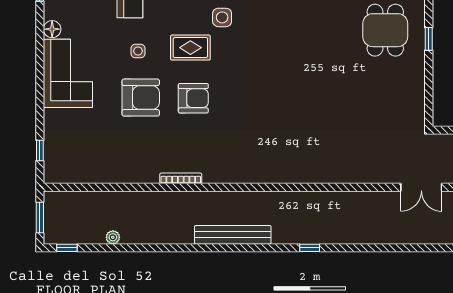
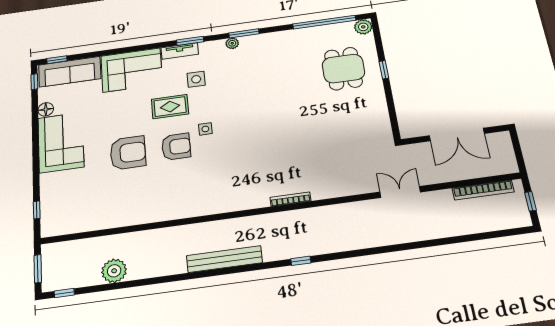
side table: (138, 51) -> (205, 129), moved
bookcase: (181, 178) -> (290, 199), moved
double door: (421, 187) -> (400, 192), swing flipped
plant: (113, 237) -> (114, 271), width x1.87, depth x1.87

